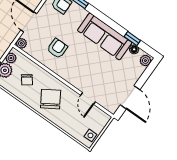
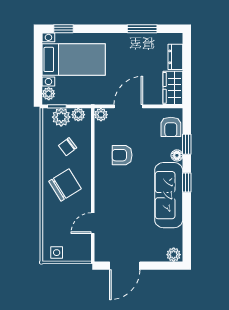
window: (132, 39) -> (187, 183), moved
armchair: (57, 48) -> (122, 155), turned 180
floor lamp: (134, 49) -> (177, 155), moved

